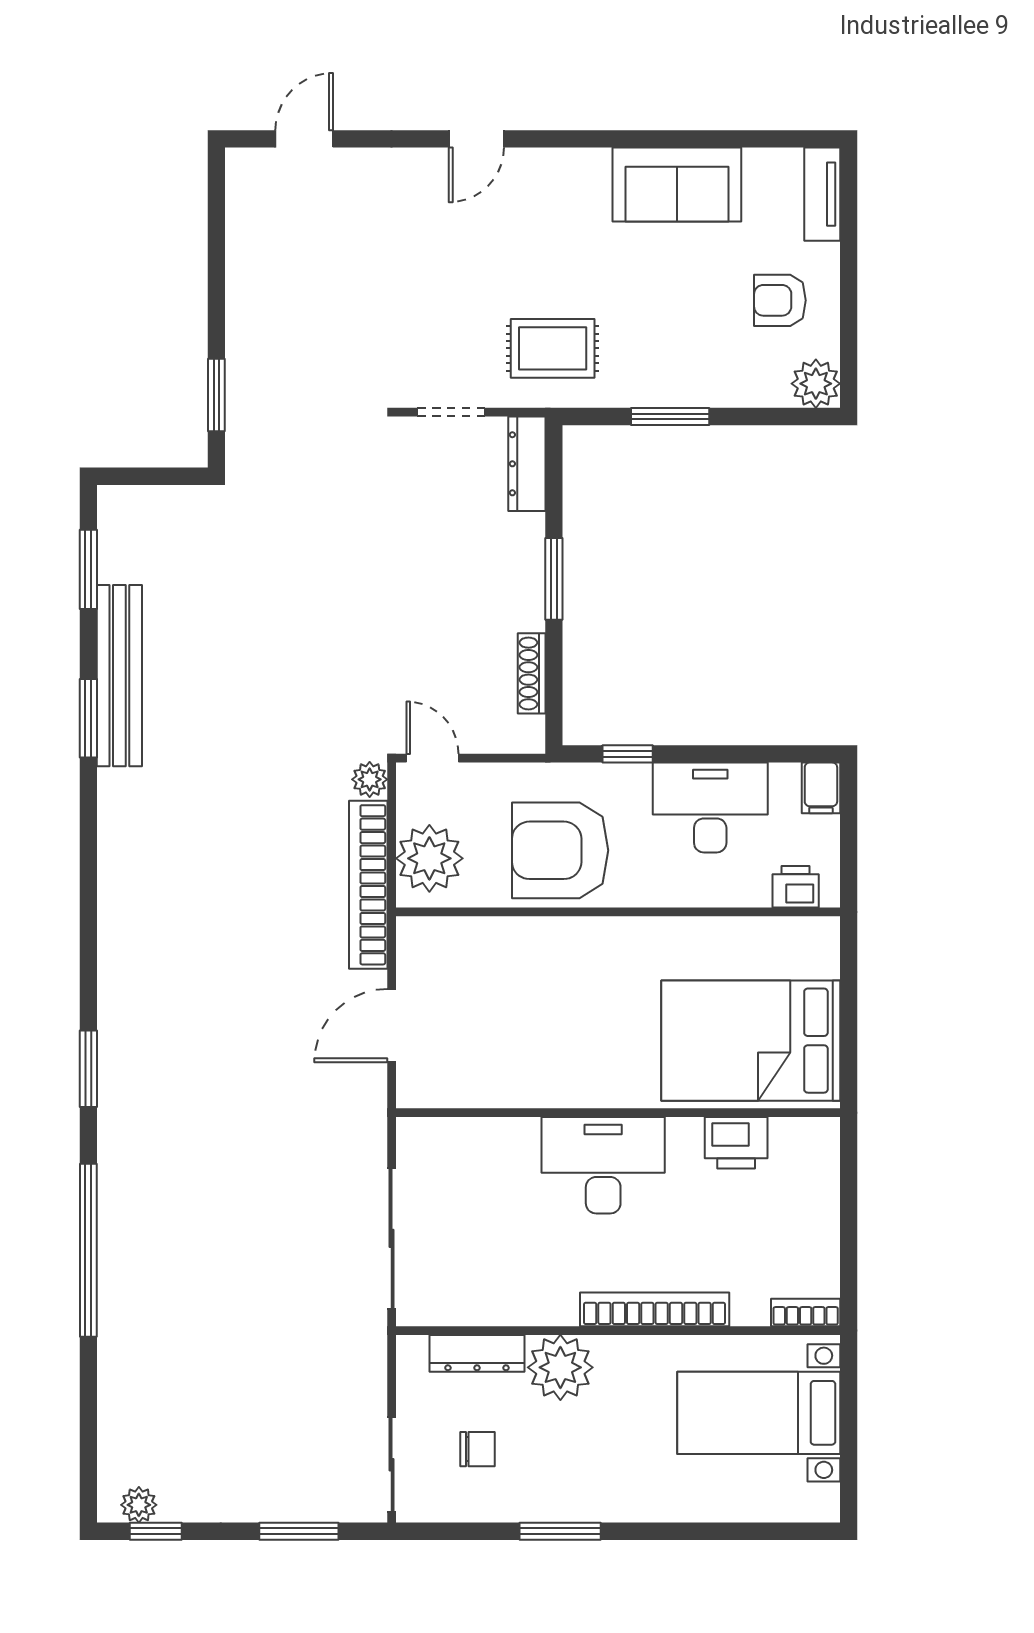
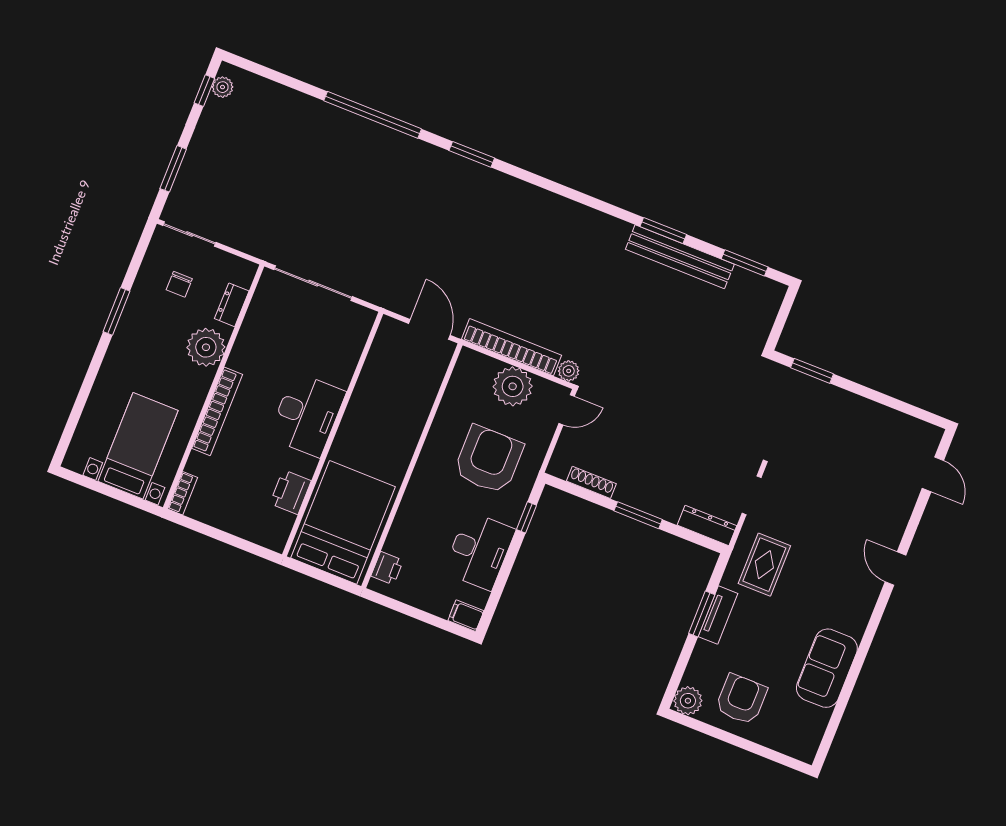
tv unit: (822, 194) -> (718, 615), moved, turned 90
armchair: (780, 300) -> (741, 699), width x1.38, depth x1.38
printer: (796, 887) -> (387, 568), moved
wall: (618, 912) -> (412, 466), moved
dresser: (477, 1353) -> (232, 305), width x0.70

